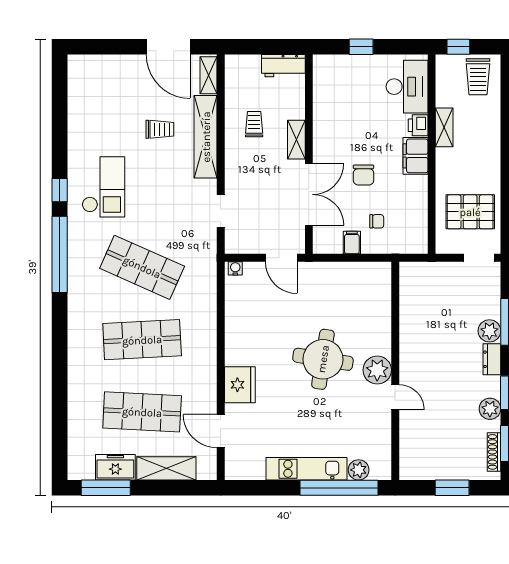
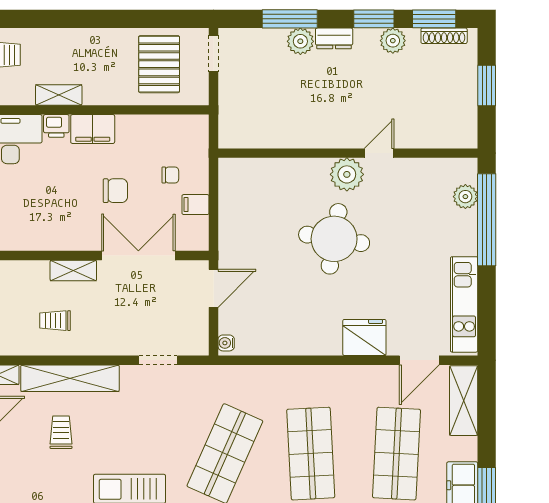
chair: (377, 221) -> (170, 175), turned 90
shelving: (166, 468) -> (464, 401), moved
kitchen unit: (306, 469) -> (464, 304), moved

